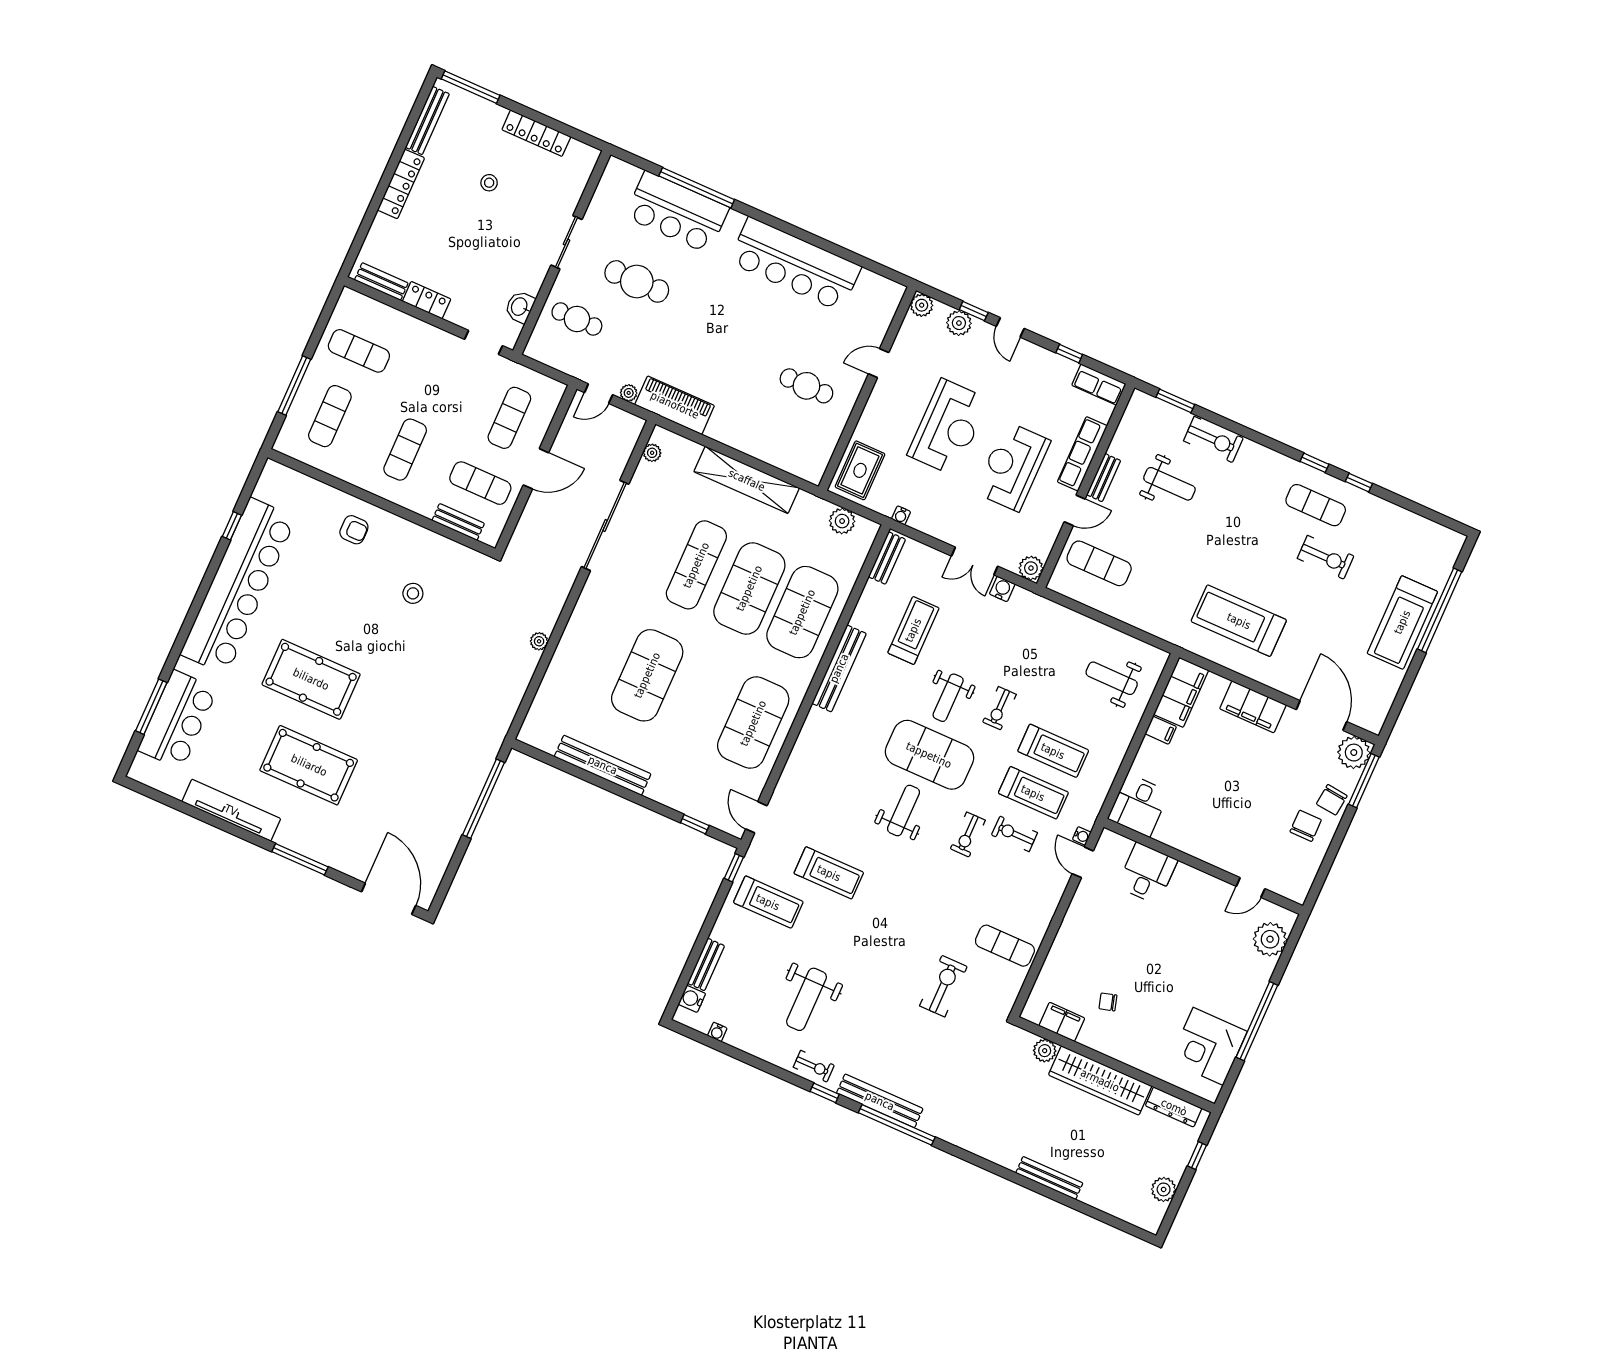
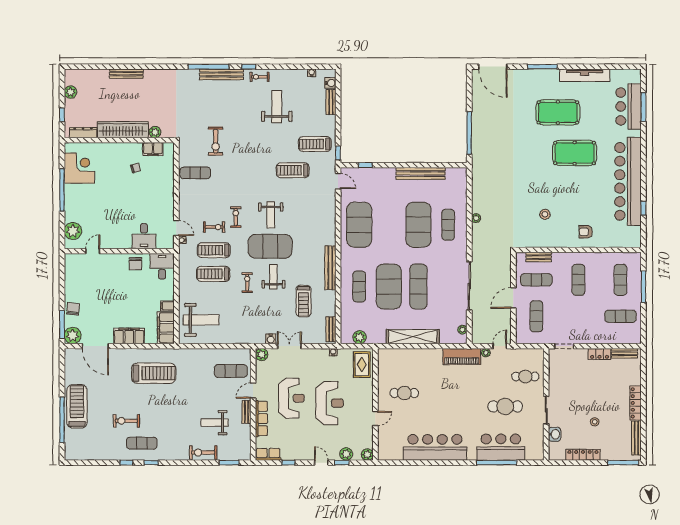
washbasin: (520, 307) -> (555, 434), moved
reception desk: (948, 427) -> (330, 403), turned 180
exercise mat: (802, 612) -> (359, 287), width x0.50, depth x0.69
exercise mat: (594, 652) -> (448, 225), added
weight bench: (1112, 678) -> (201, 320), width x1.36, depth x1.33
chair: (1306, 826) -> (135, 264), moved

